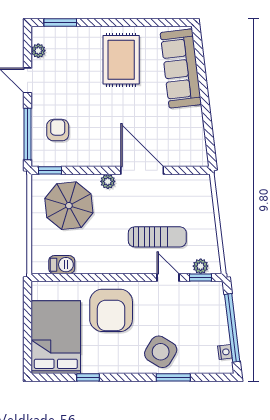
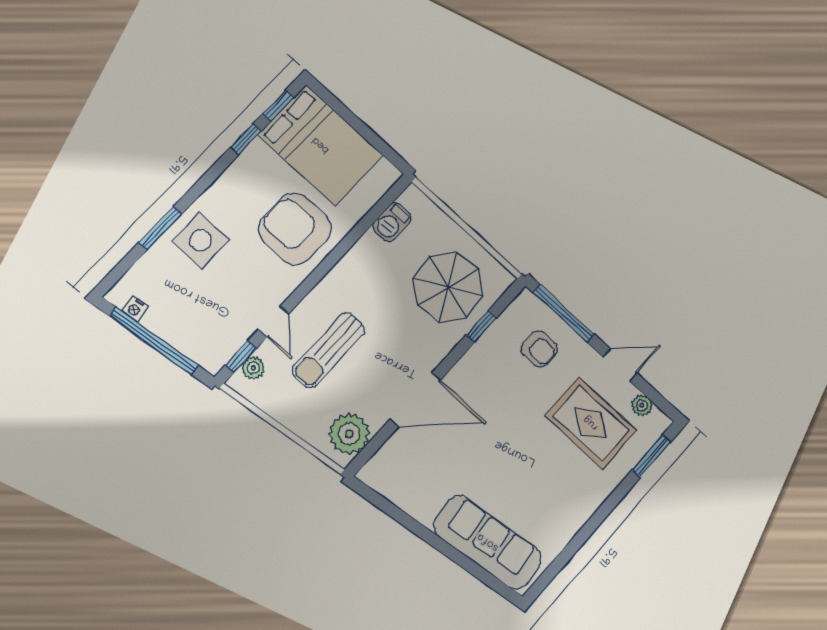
rug: (121, 60) -> (591, 423), moved
window: (50, 170) -> (481, 327), moved
plant: (108, 181) -> (349, 434), moved, width x1.88, depth x1.88
door: (168, 278) -> (274, 322), hinge flipped
side table: (161, 352) -> (201, 240), turned -31
window: (55, 377) -> (278, 105), added

